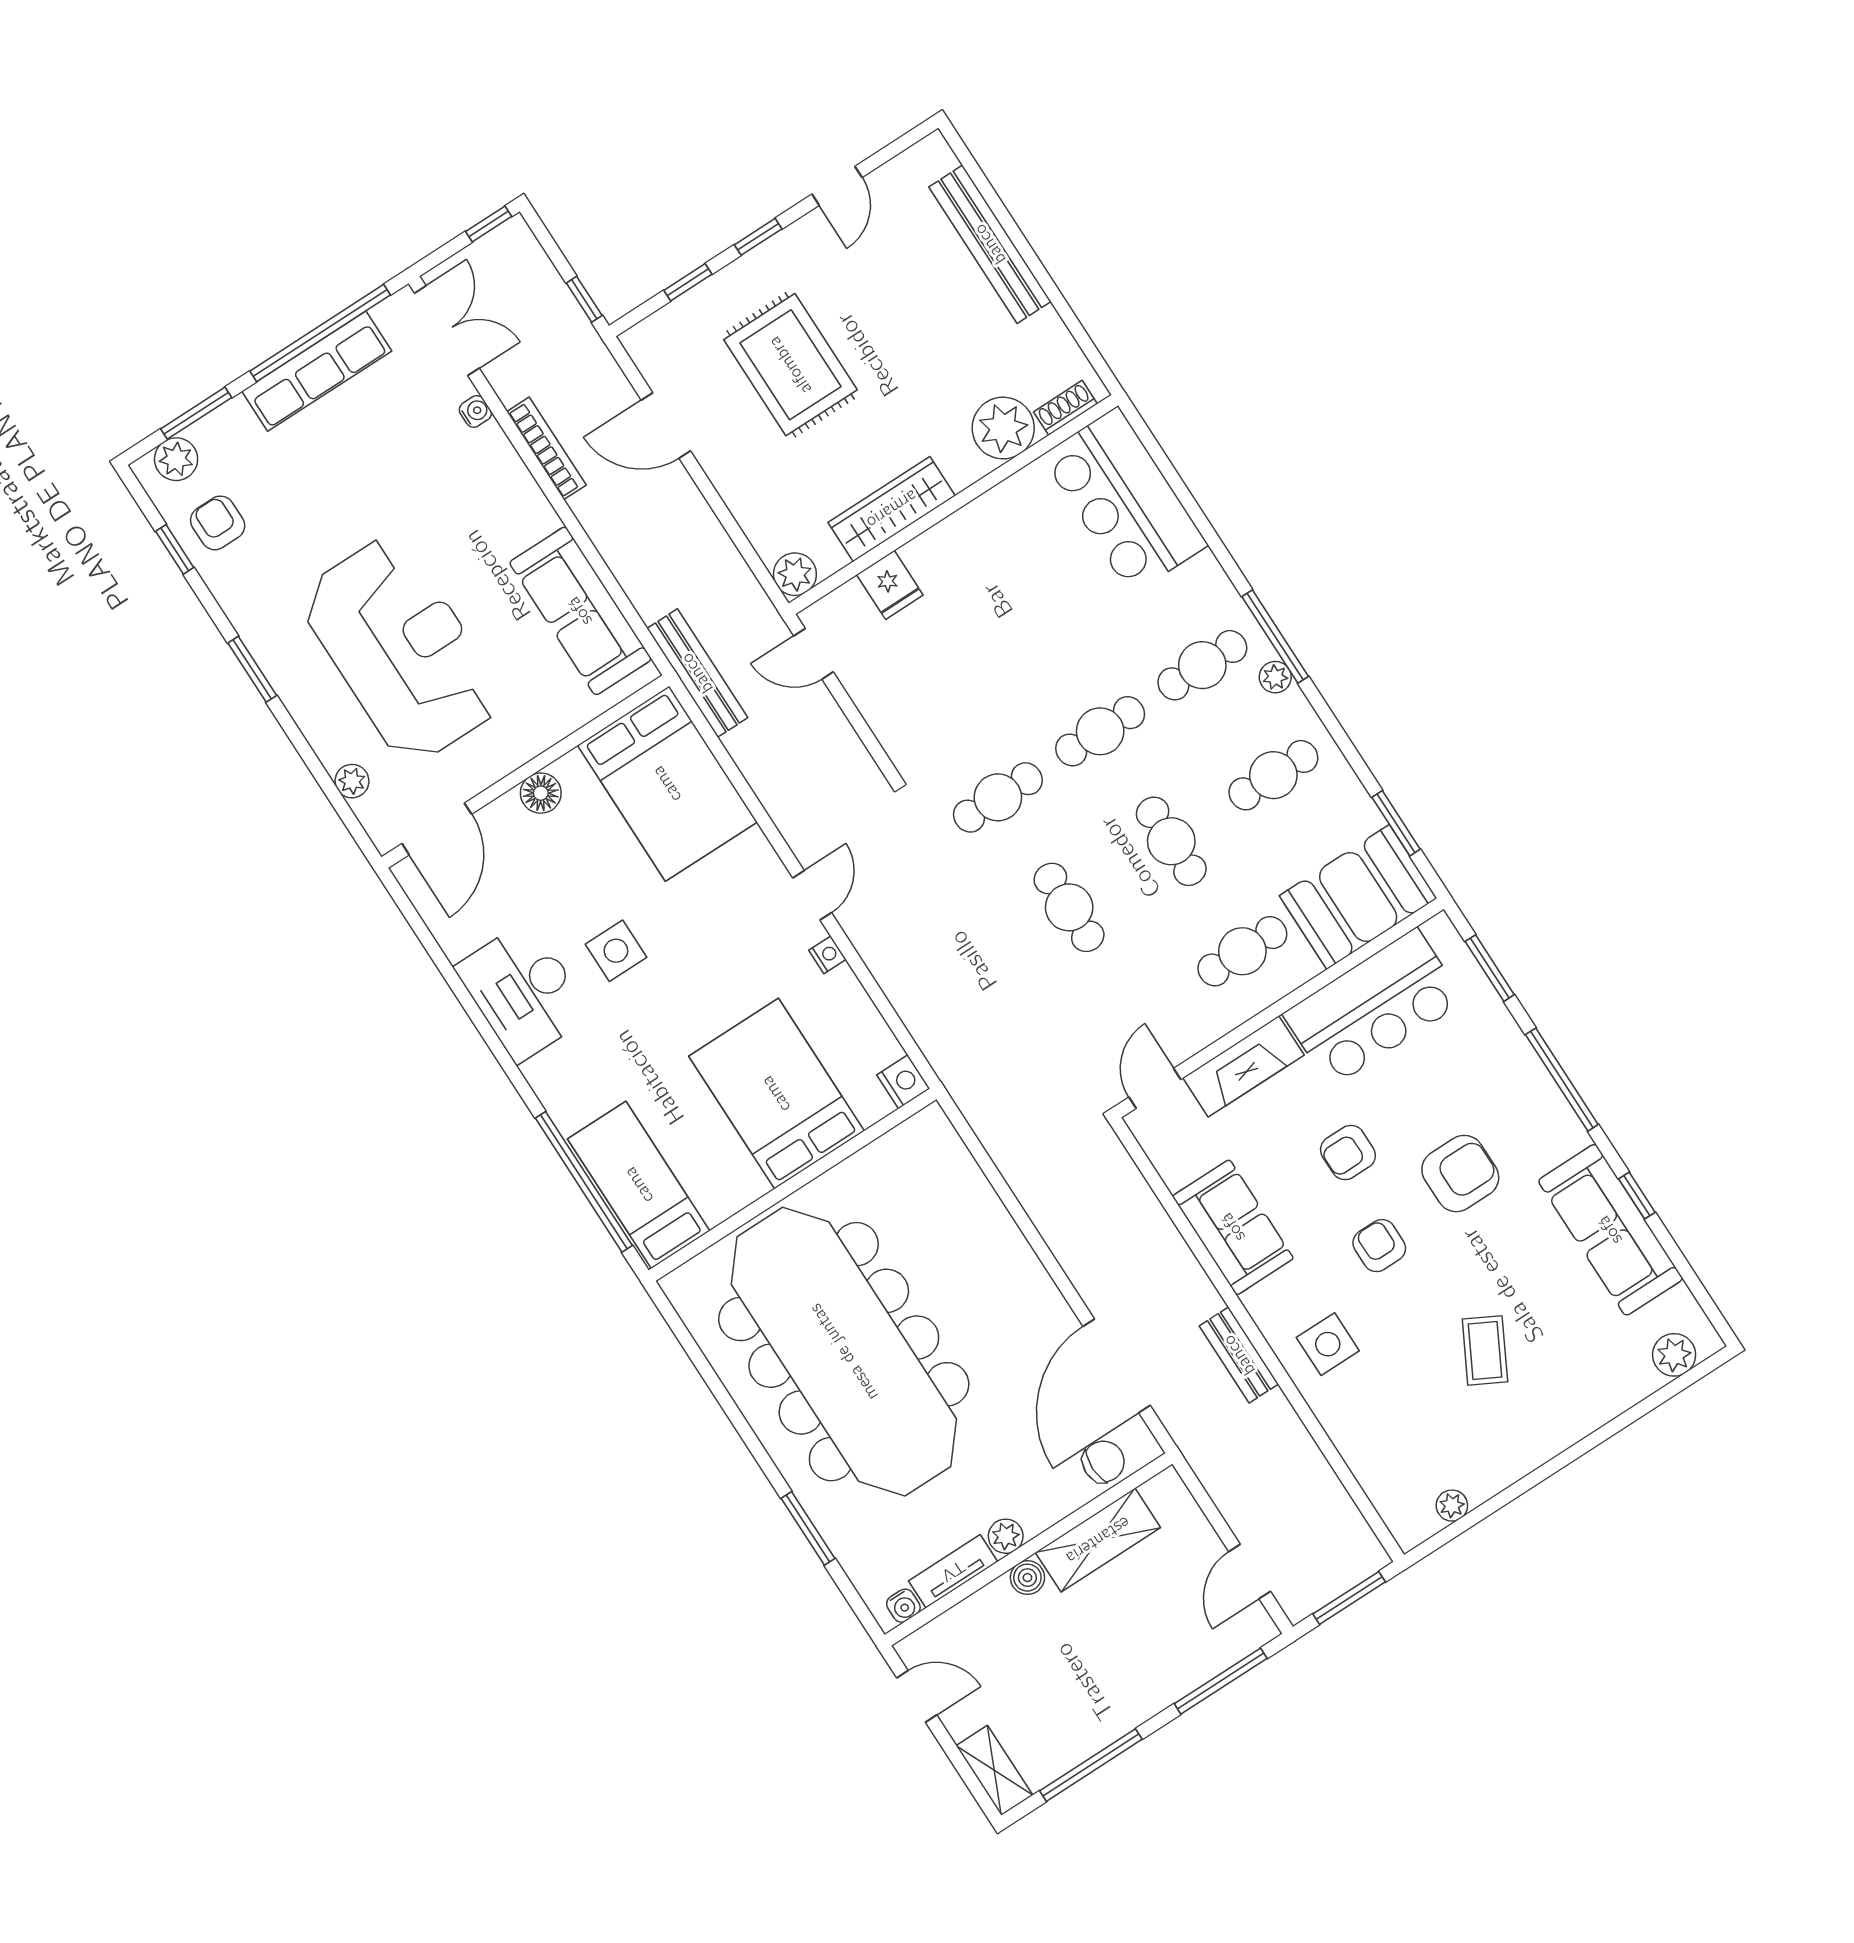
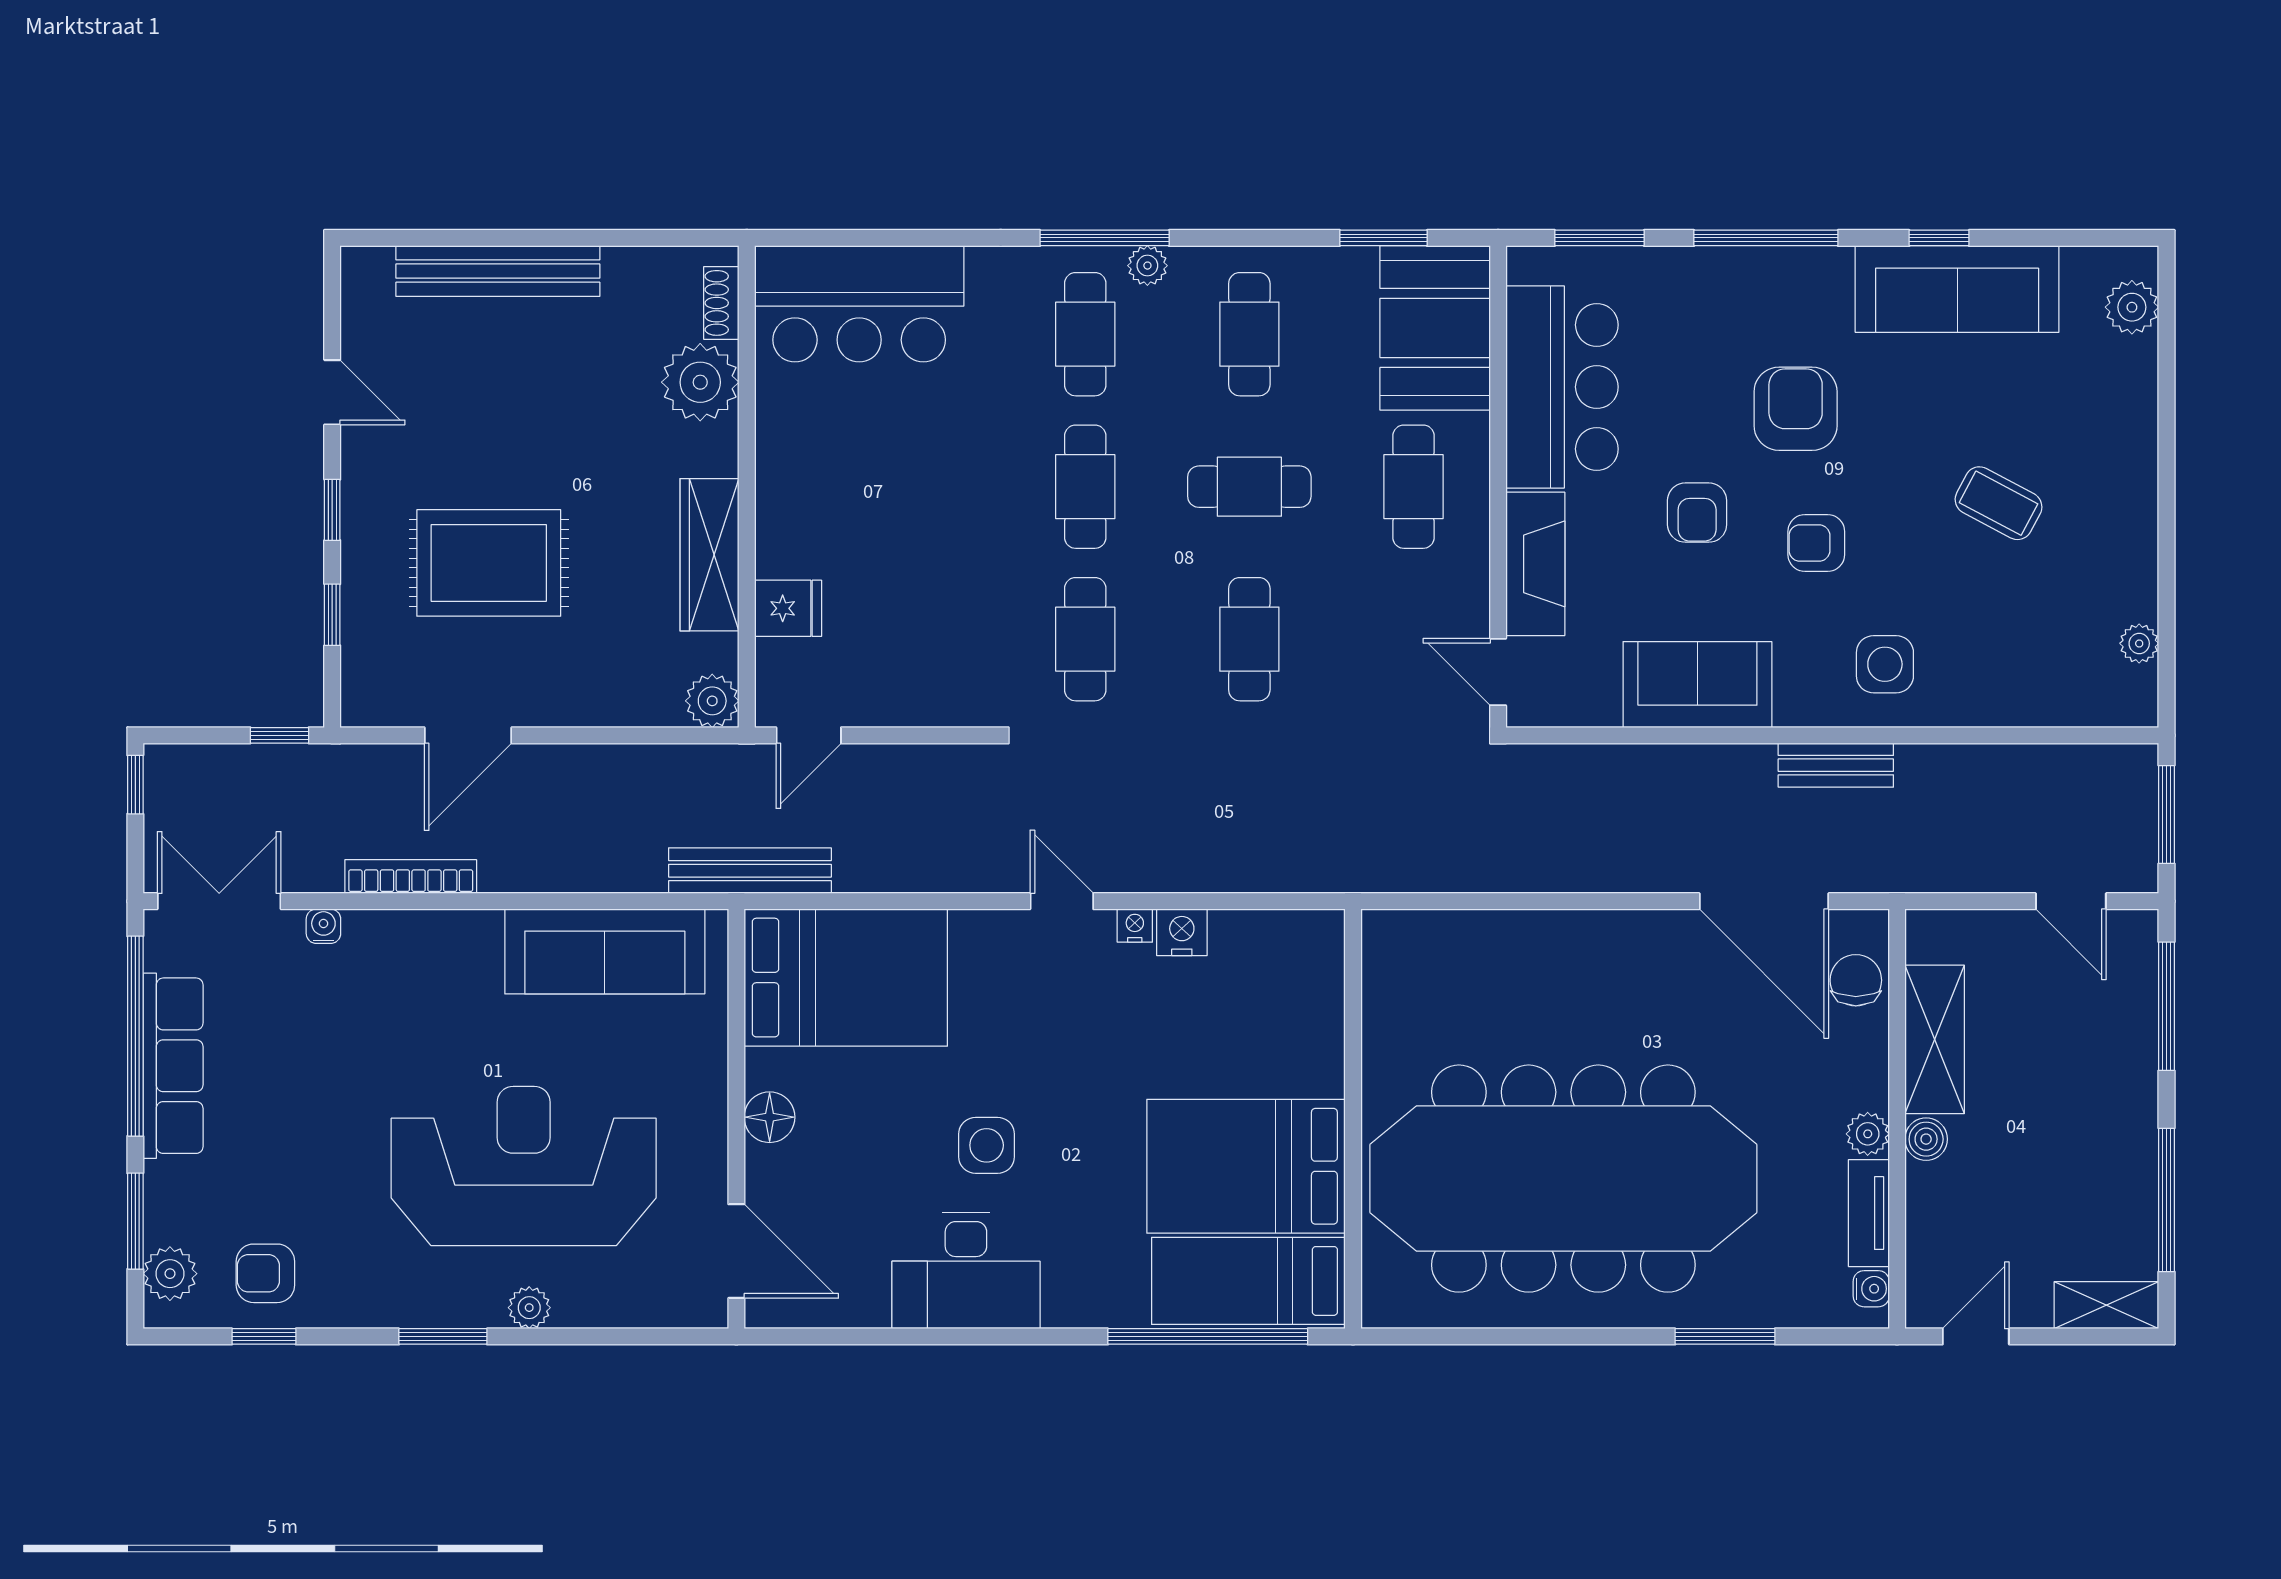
plant: (352, 781) -> (529, 1308), moved
cafe table: (1069, 907) -> (1249, 639), turned 90
nightstand: (903, 1082) -> (1182, 932), moved
bed: (776, 1094) -> (1246, 1166), moved

